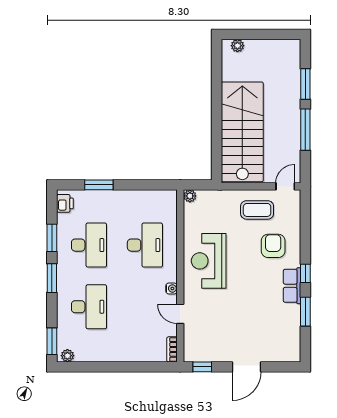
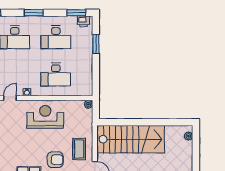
window: (52, 238) -> (76, 13), moved

